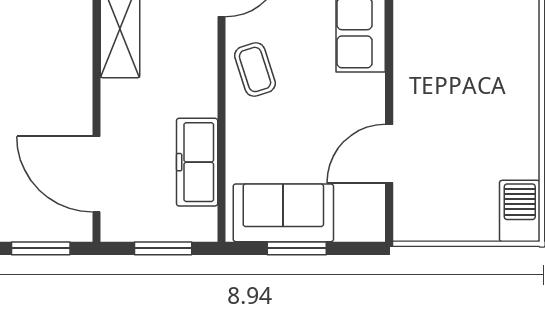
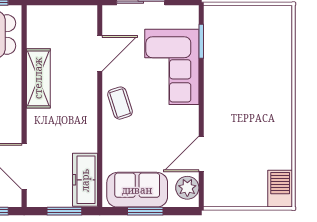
freezer: (197, 162) -> (85, 180), moved
plant: (366, 210) -> (187, 188), added

